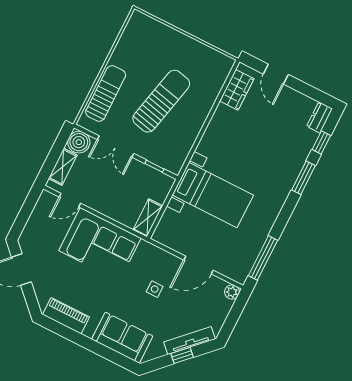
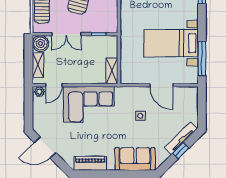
bed with nightstands: (213, 195) -> (171, 43), moved, turned 180
door: (198, 265) -> (161, 85), hinge flipped
plant: (232, 292) -> (39, 92), moved

